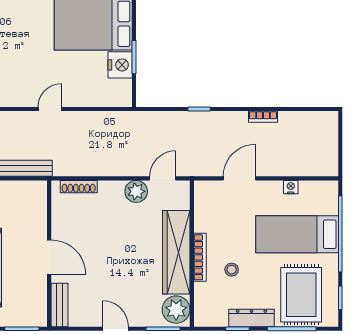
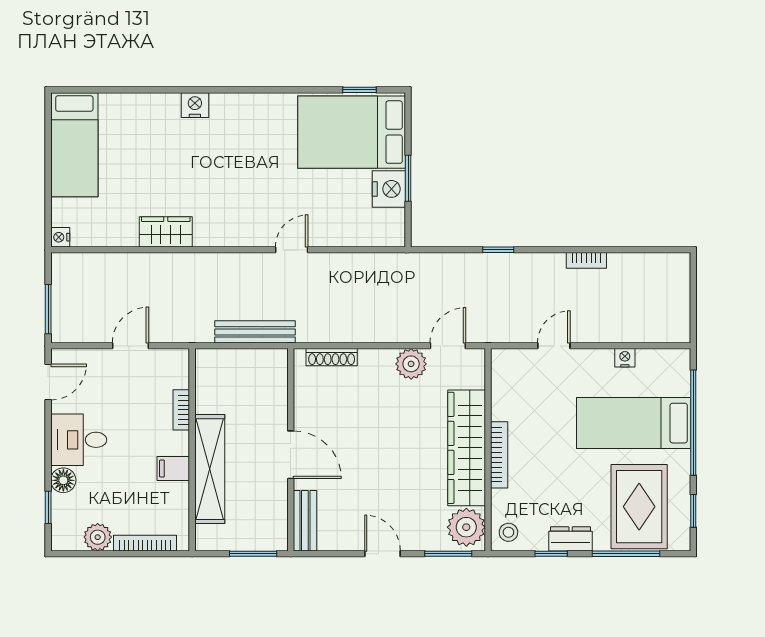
door: (239, 178) -> (554, 346), width x0.73
stool: (232, 270) -> (508, 532), moved
dresser: (252, 318) -> (571, 539), width x0.70

